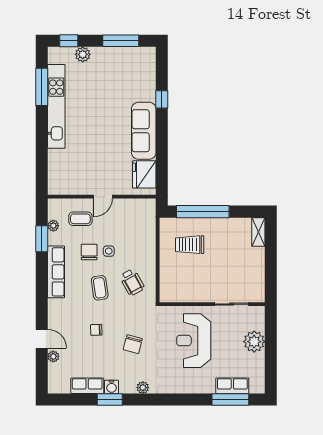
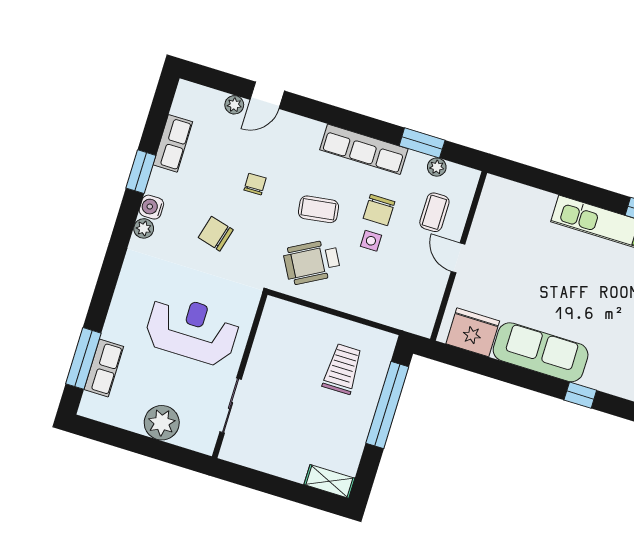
chair: (89, 252) -> (379, 210), turned 90
wheelchair: (132, 282) -> (312, 262), width x1.36, depth x1.37
water cooler: (111, 387) -> (151, 207), moved

